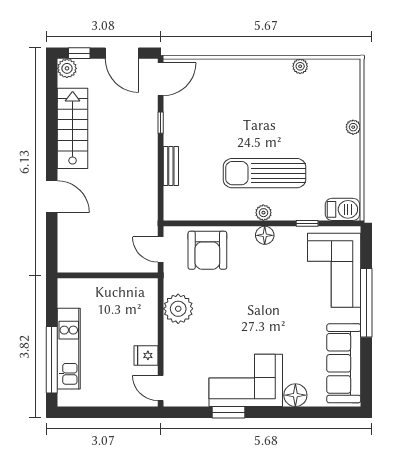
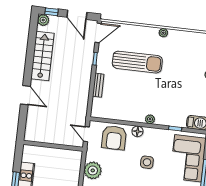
plant: (300, 66) -> (163, 33), moved
sun lounger: (264, 173) -> (137, 62), moved, turned 180
floor lamp: (265, 235) -> (137, 131), moved
side table: (267, 285) -> (147, 162), added

